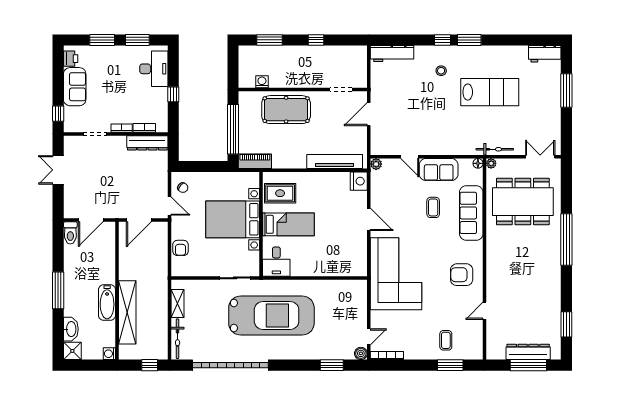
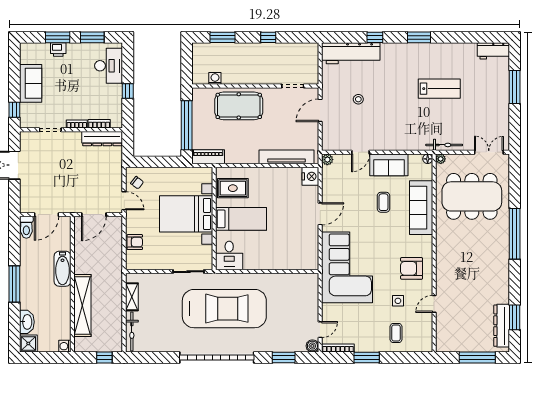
window: (442, 40) -> (375, 37), moved
workbench: (392, 53) -> (351, 53), width x1.36, depth x1.32
printer: (71, 59) -> (58, 50), moved, turned 90
stool: (441, 71) -> (358, 99), moved
lab bench: (490, 92) -> (439, 89), width x0.73, depth x0.72
door: (410, 157) -> (360, 152), hinge flipped
door: (369, 219) -> (320, 214), hinge flipped
armchair: (180, 248) -> (135, 242), turned -90
bathtub: (107, 303) -> (62, 269), moved
side table: (448, 308) -> (398, 301), added
dresser: (528, 352) -> (502, 326), moved, turned -90
garage door: (230, 365) -> (217, 357), moved
window: (450, 365) -> (367, 357), moved

